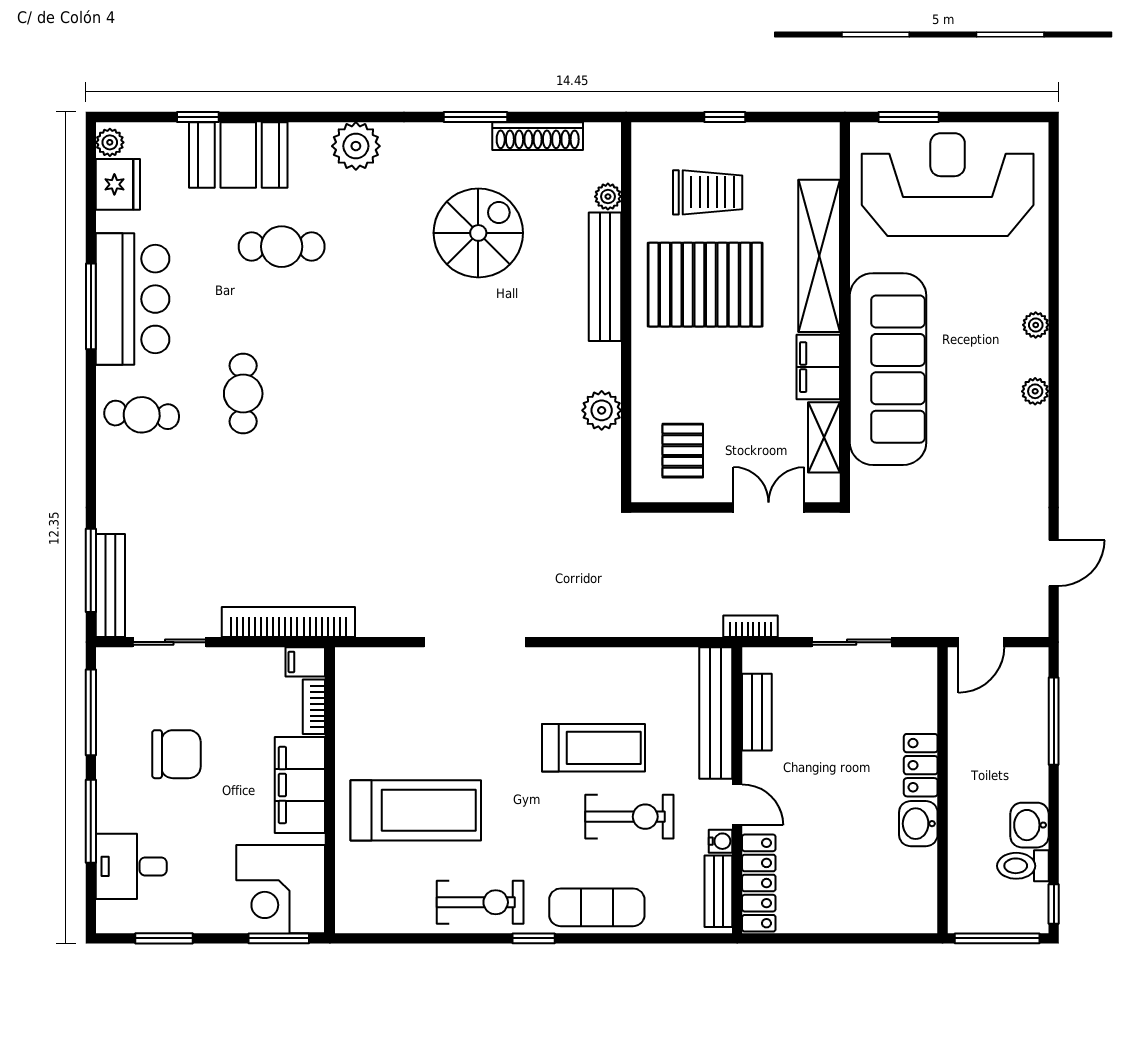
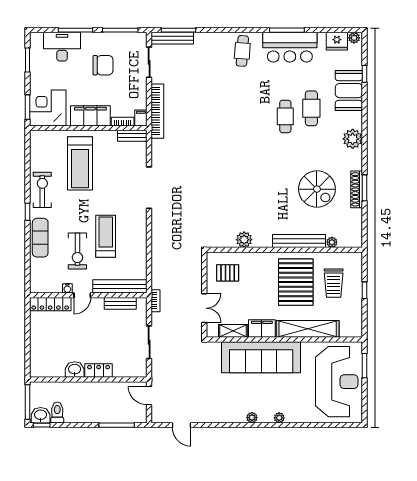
shoe rack: (538, 136) -> (357, 189), moved
cafe table: (243, 394) -> (285, 116), moved, turned 90
treadmill: (593, 748) -> (106, 236), turned 180
chair: (176, 754) -> (103, 65), turned -90
washbasin: (1029, 825) -> (41, 415), moved
desk: (131, 866) -> (62, 47), width x1.37
bench: (718, 891) -> (132, 136), moved
exercise bike: (480, 902) -> (42, 190), turned 180

